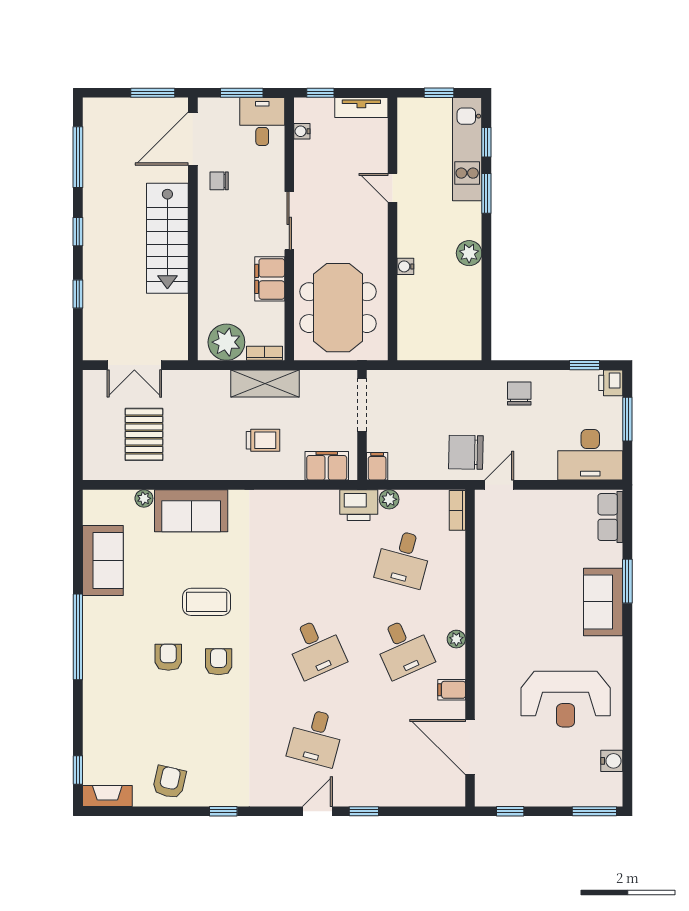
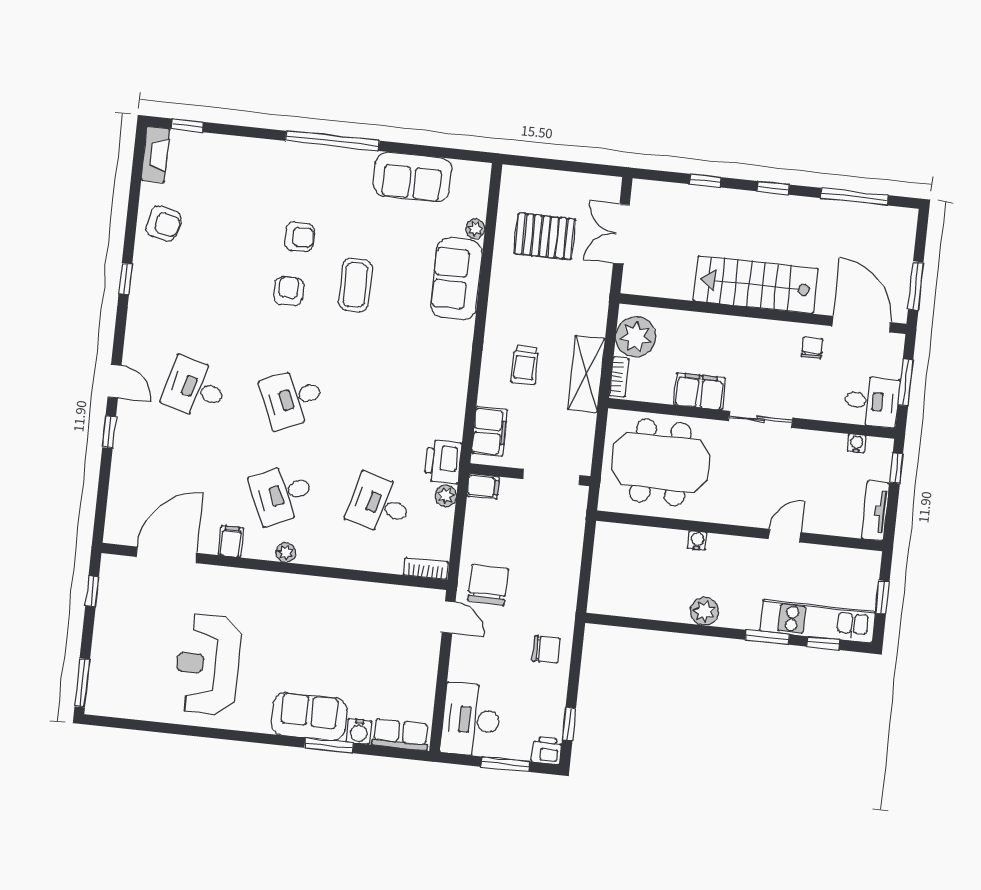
armchair: (219, 662) -> (289, 291), turned -90
water cooler: (612, 761) -> (359, 731), moved

